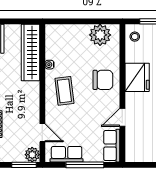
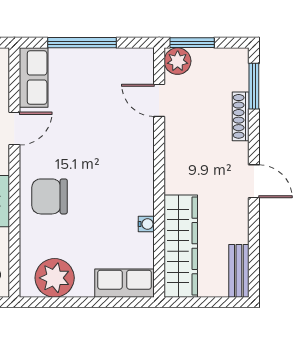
coffee table: (64, 91) -> (119, 176), removed
row of seats: (67, 154) -> (124, 283), moved, turned 180

